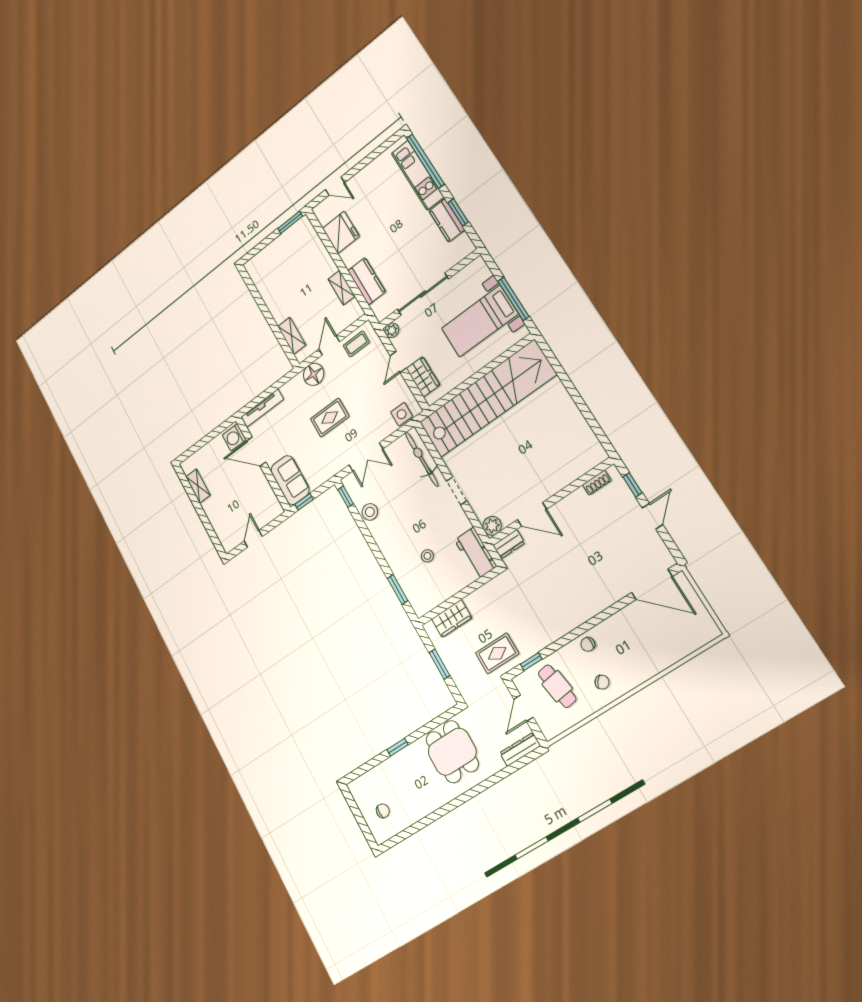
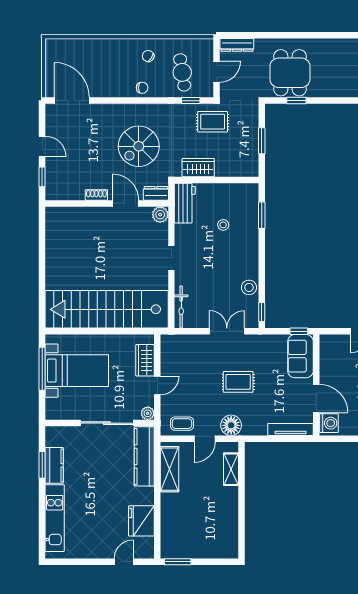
window: (425, 161) -> (42, 524), removed
door: (335, 186) -> (124, 562), hinge flipped
kitchen counter: (367, 281) -> (144, 456), width x1.50
shelving: (341, 288) -> (170, 469), width x1.50, depth x1.33
side table: (402, 414) -> (179, 344), removed
bicycle: (422, 459) -> (181, 307), width x0.73, depth x0.71
shoe rack: (597, 483) -> (96, 195), moved
door: (652, 516) -> (42, 146), swing flipped
spiral stairs: (554, 581) -> (139, 146), added
wardrobe: (452, 618) -> (198, 168), moved
window: (397, 747) -> (296, 101), moved

